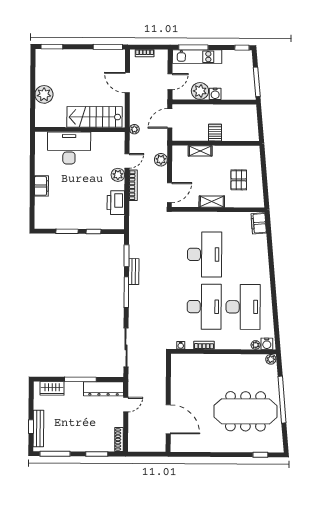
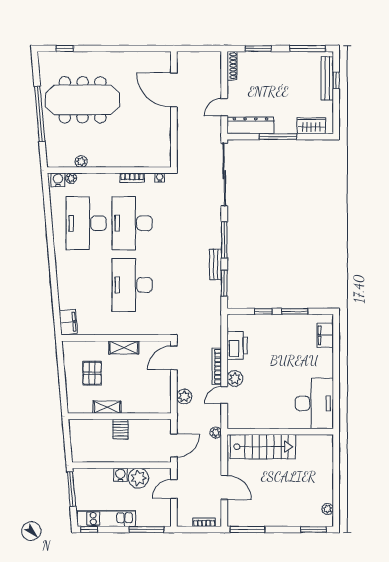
kitchen unit: (197, 57) -> (107, 519), moved
plant: (44, 94) -> (328, 509), moved, width x0.53, depth x0.53
desk: (69, 148) -> (314, 403), moved, turned -90
shelving: (200, 151) -> (107, 407), moved
filing cabinet: (41, 186) -> (325, 335), moved
sliding door: (126, 347) -> (224, 175), width x1.36
plant: (271, 359) -> (81, 161), moved

